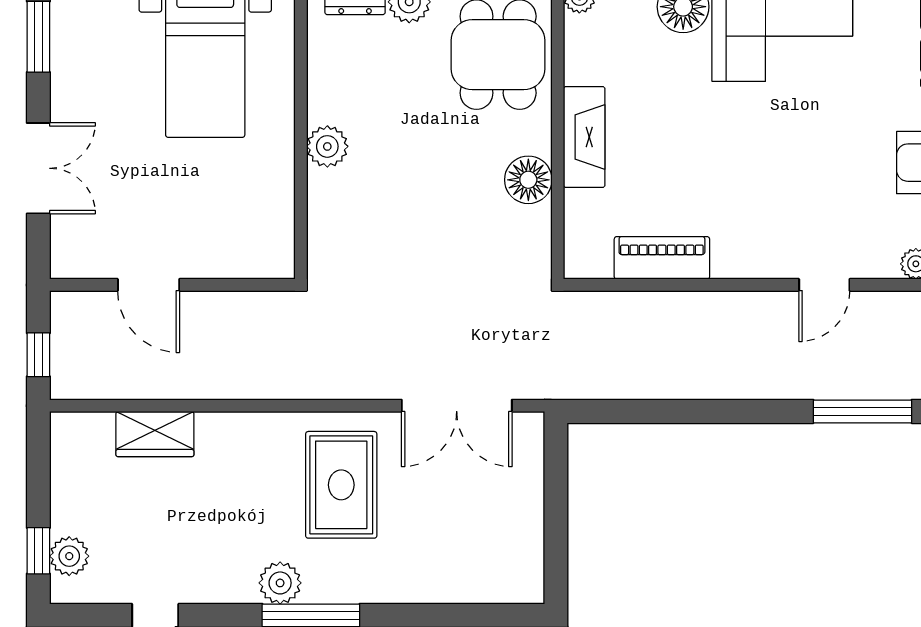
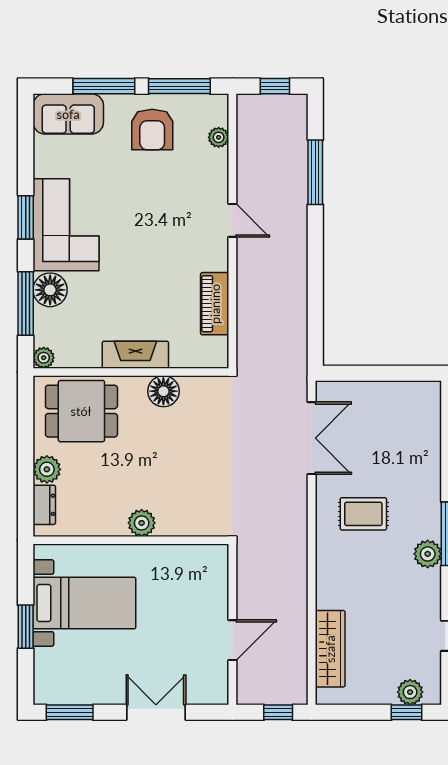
door: (824, 285) -> (232, 220), moved
wardrobe: (155, 434) -> (330, 649), width x1.50
rug: (341, 485) -> (363, 514), width x0.73, depth x0.70

